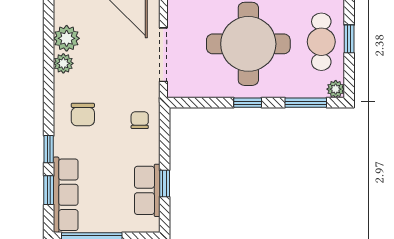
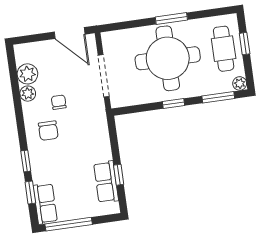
chair: (140, 120) -> (59, 102), moved
row of seats: (66, 195) -> (45, 204), width x0.68

